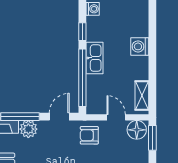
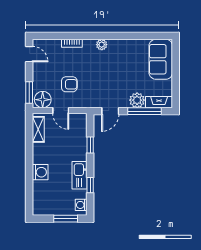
kitchen sink: (94, 58) -> (80, 175), moved
window: (82, 78) -> (90, 145), width x0.32
armchair: (89, 135) -> (69, 84), moved

